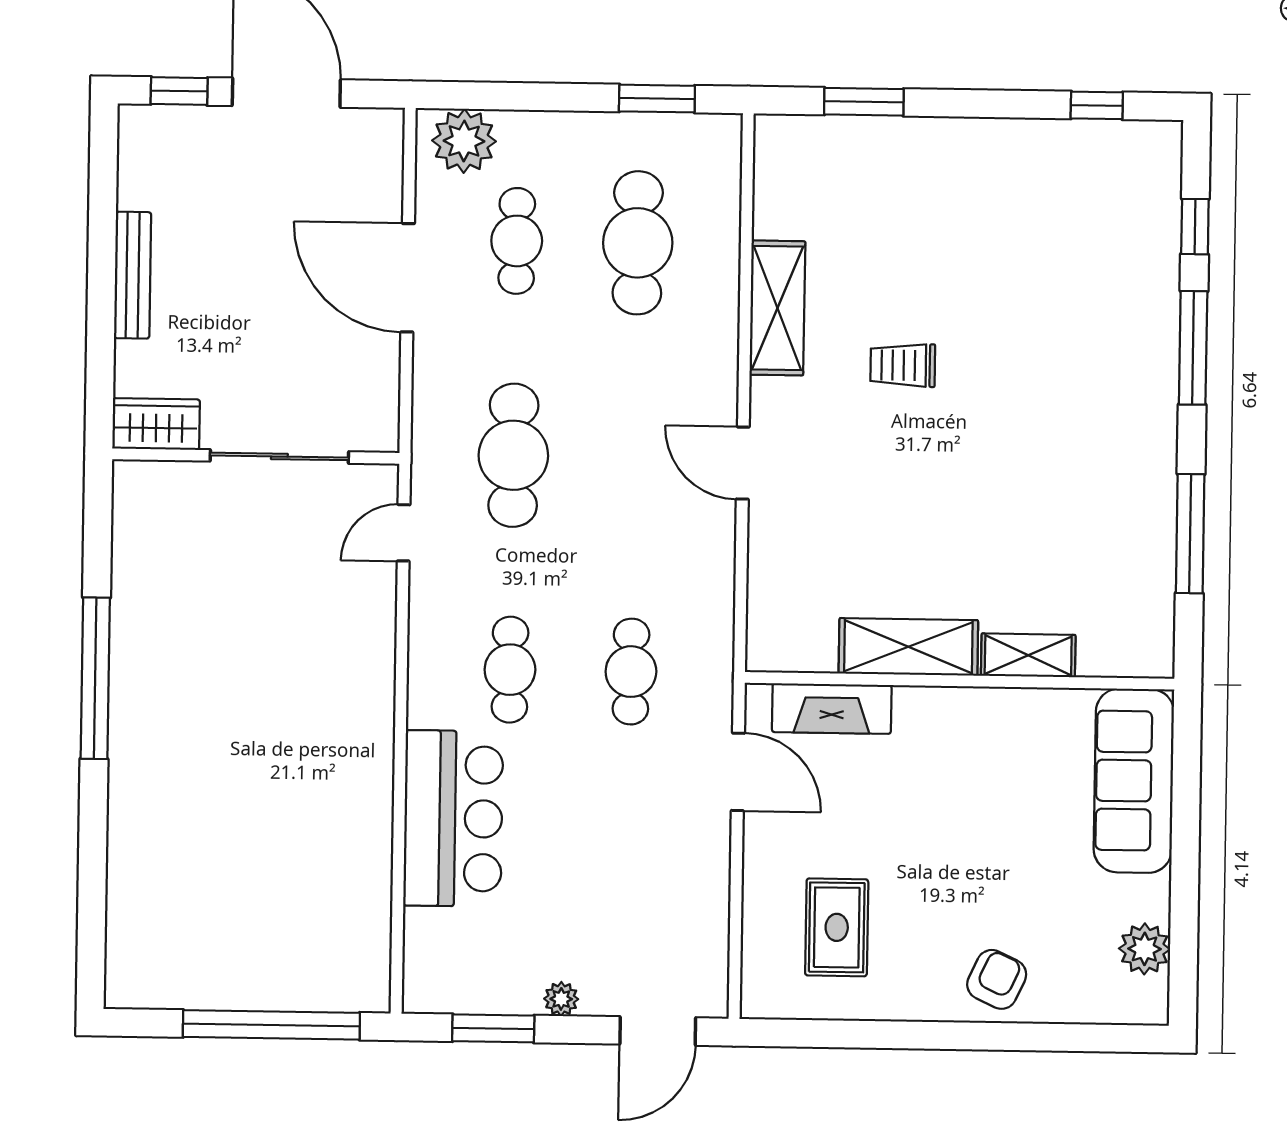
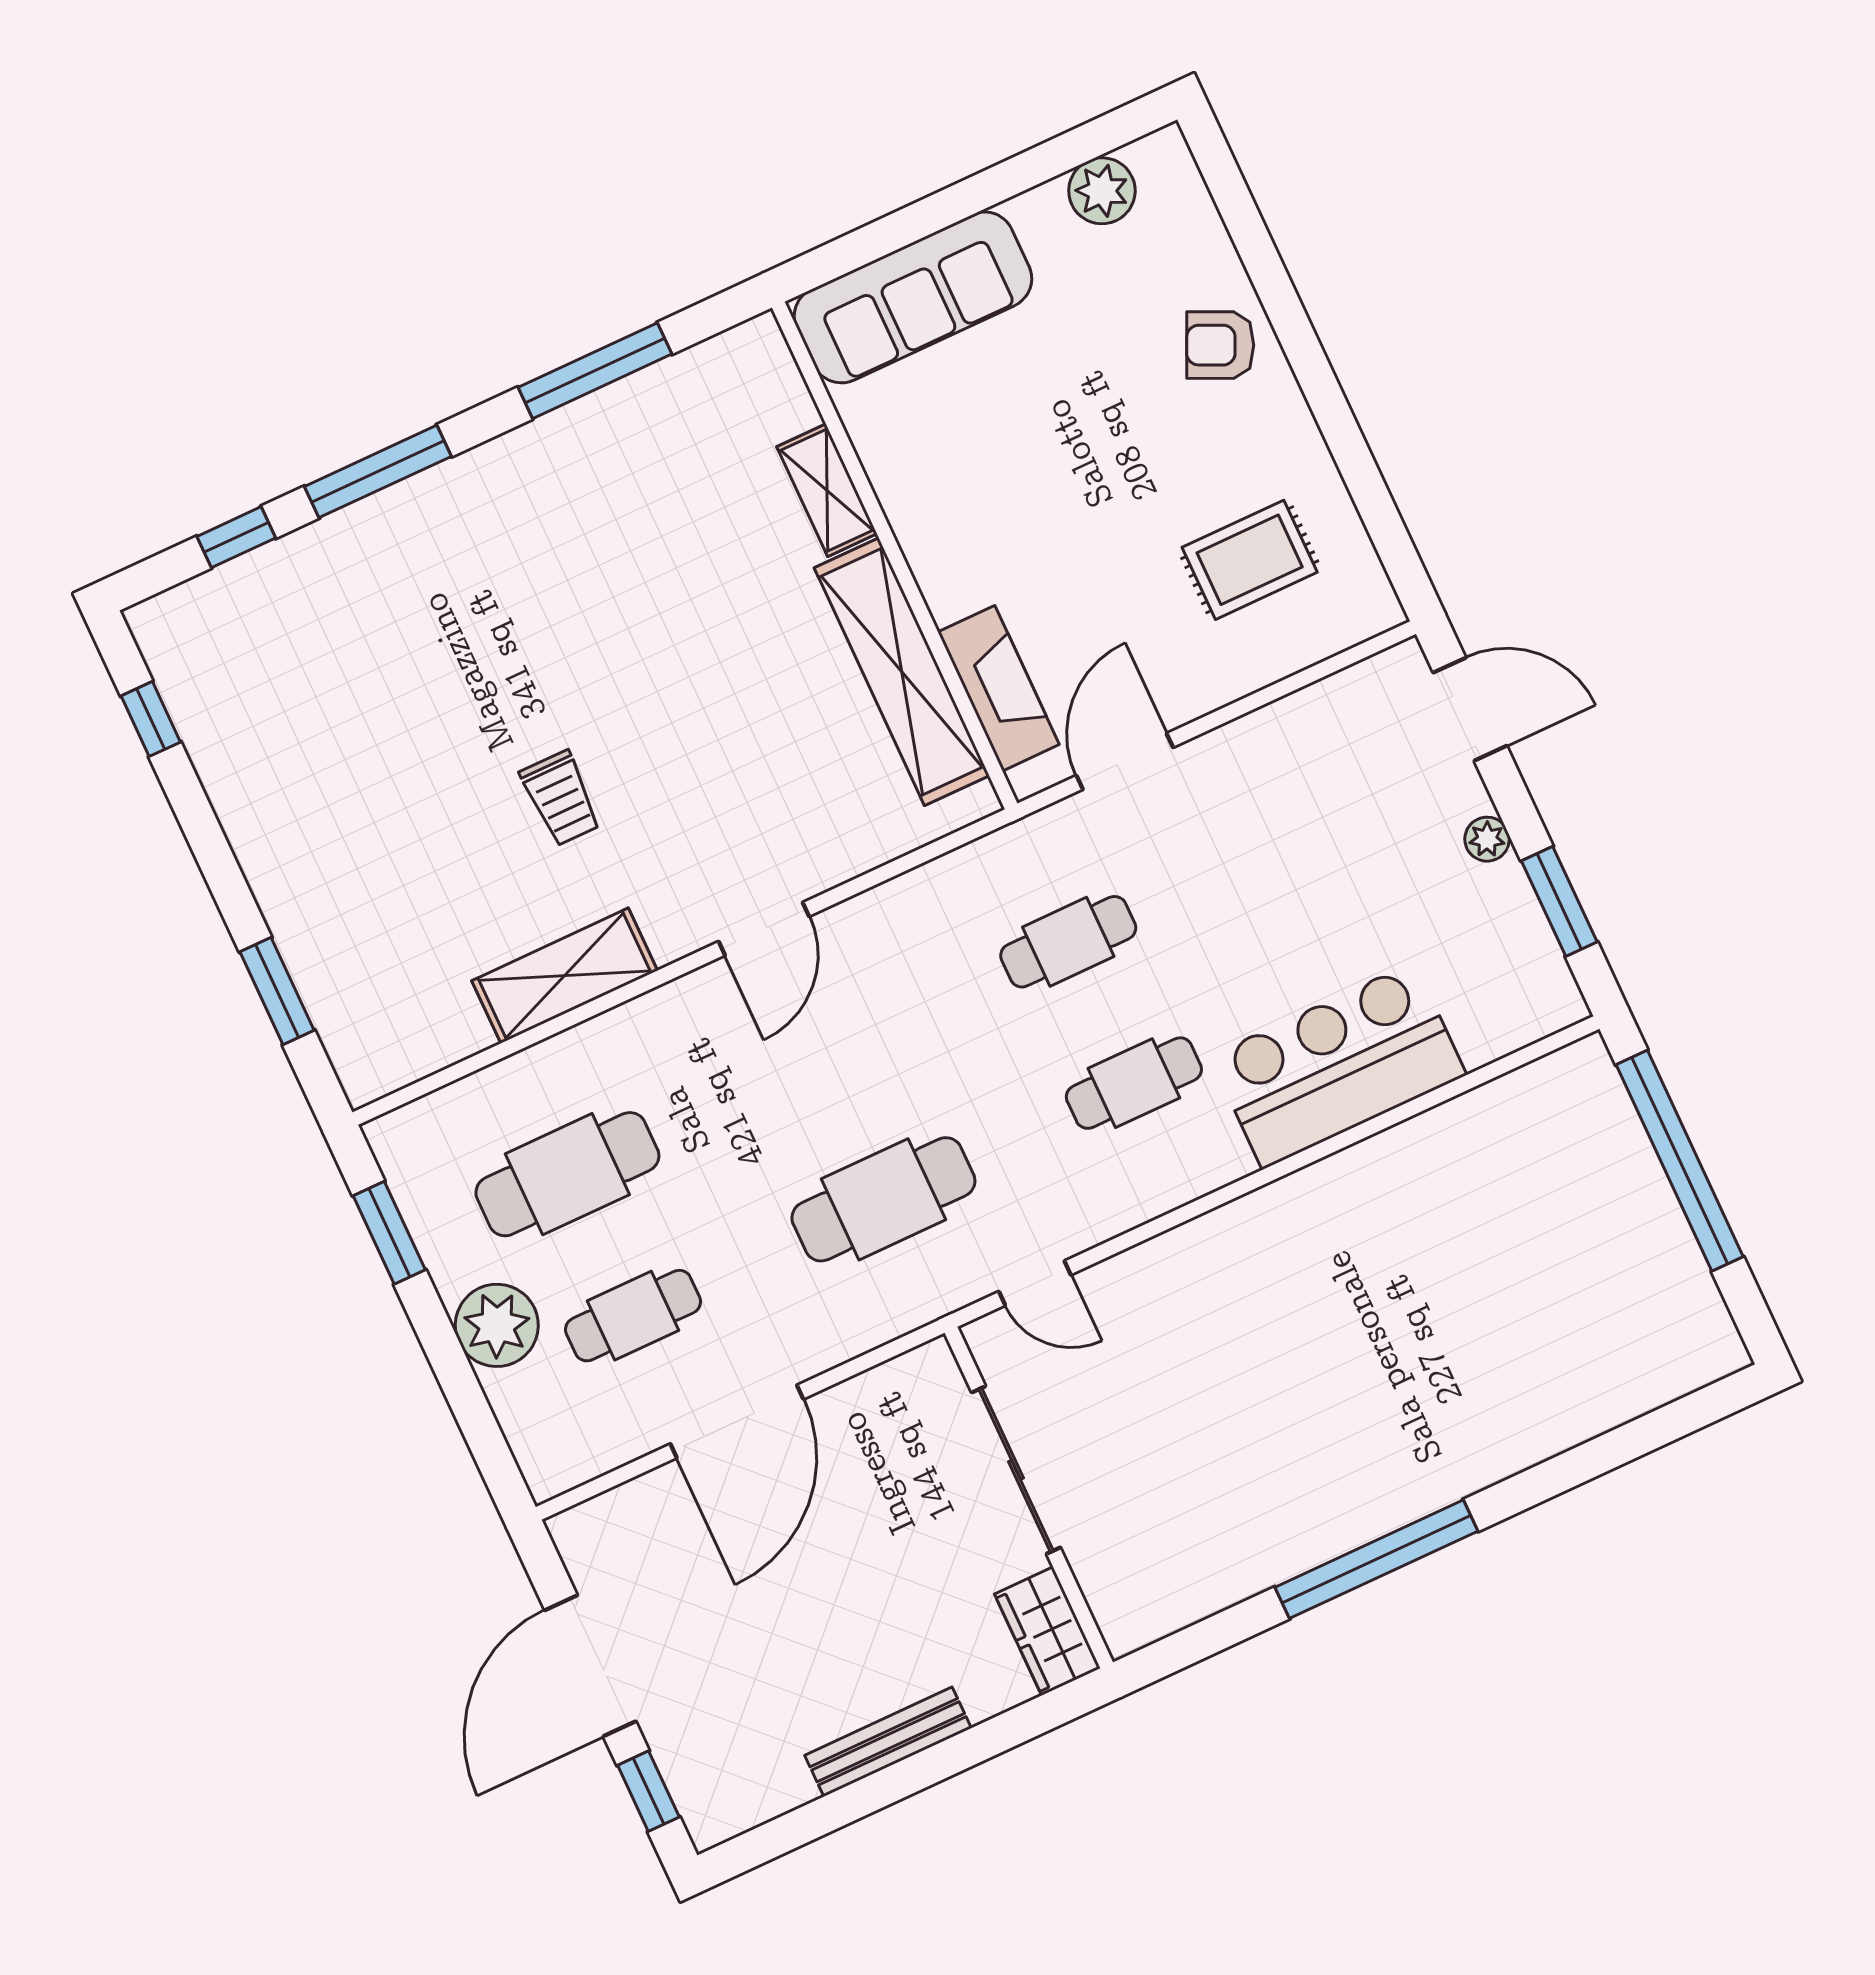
plant: (464, 141) -> (497, 1325), moved
shelving: (908, 647) -> (902, 672), width x1.47

